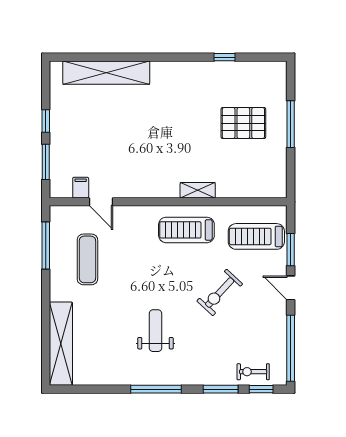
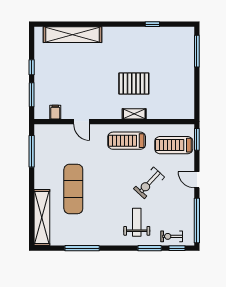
pallet: (243, 123) -> (134, 84), moved
window: (291, 124) -> (197, 51), moved
door: (101, 202) -> (82, 122), moved
window: (291, 250) -> (197, 139), moved
exercise mat: (87, 259) -> (73, 189), moved, width x1.36, depth x1.45
weight bench: (155, 331) -> (137, 222), moved
window: (156, 389) -> (82, 248), moved

